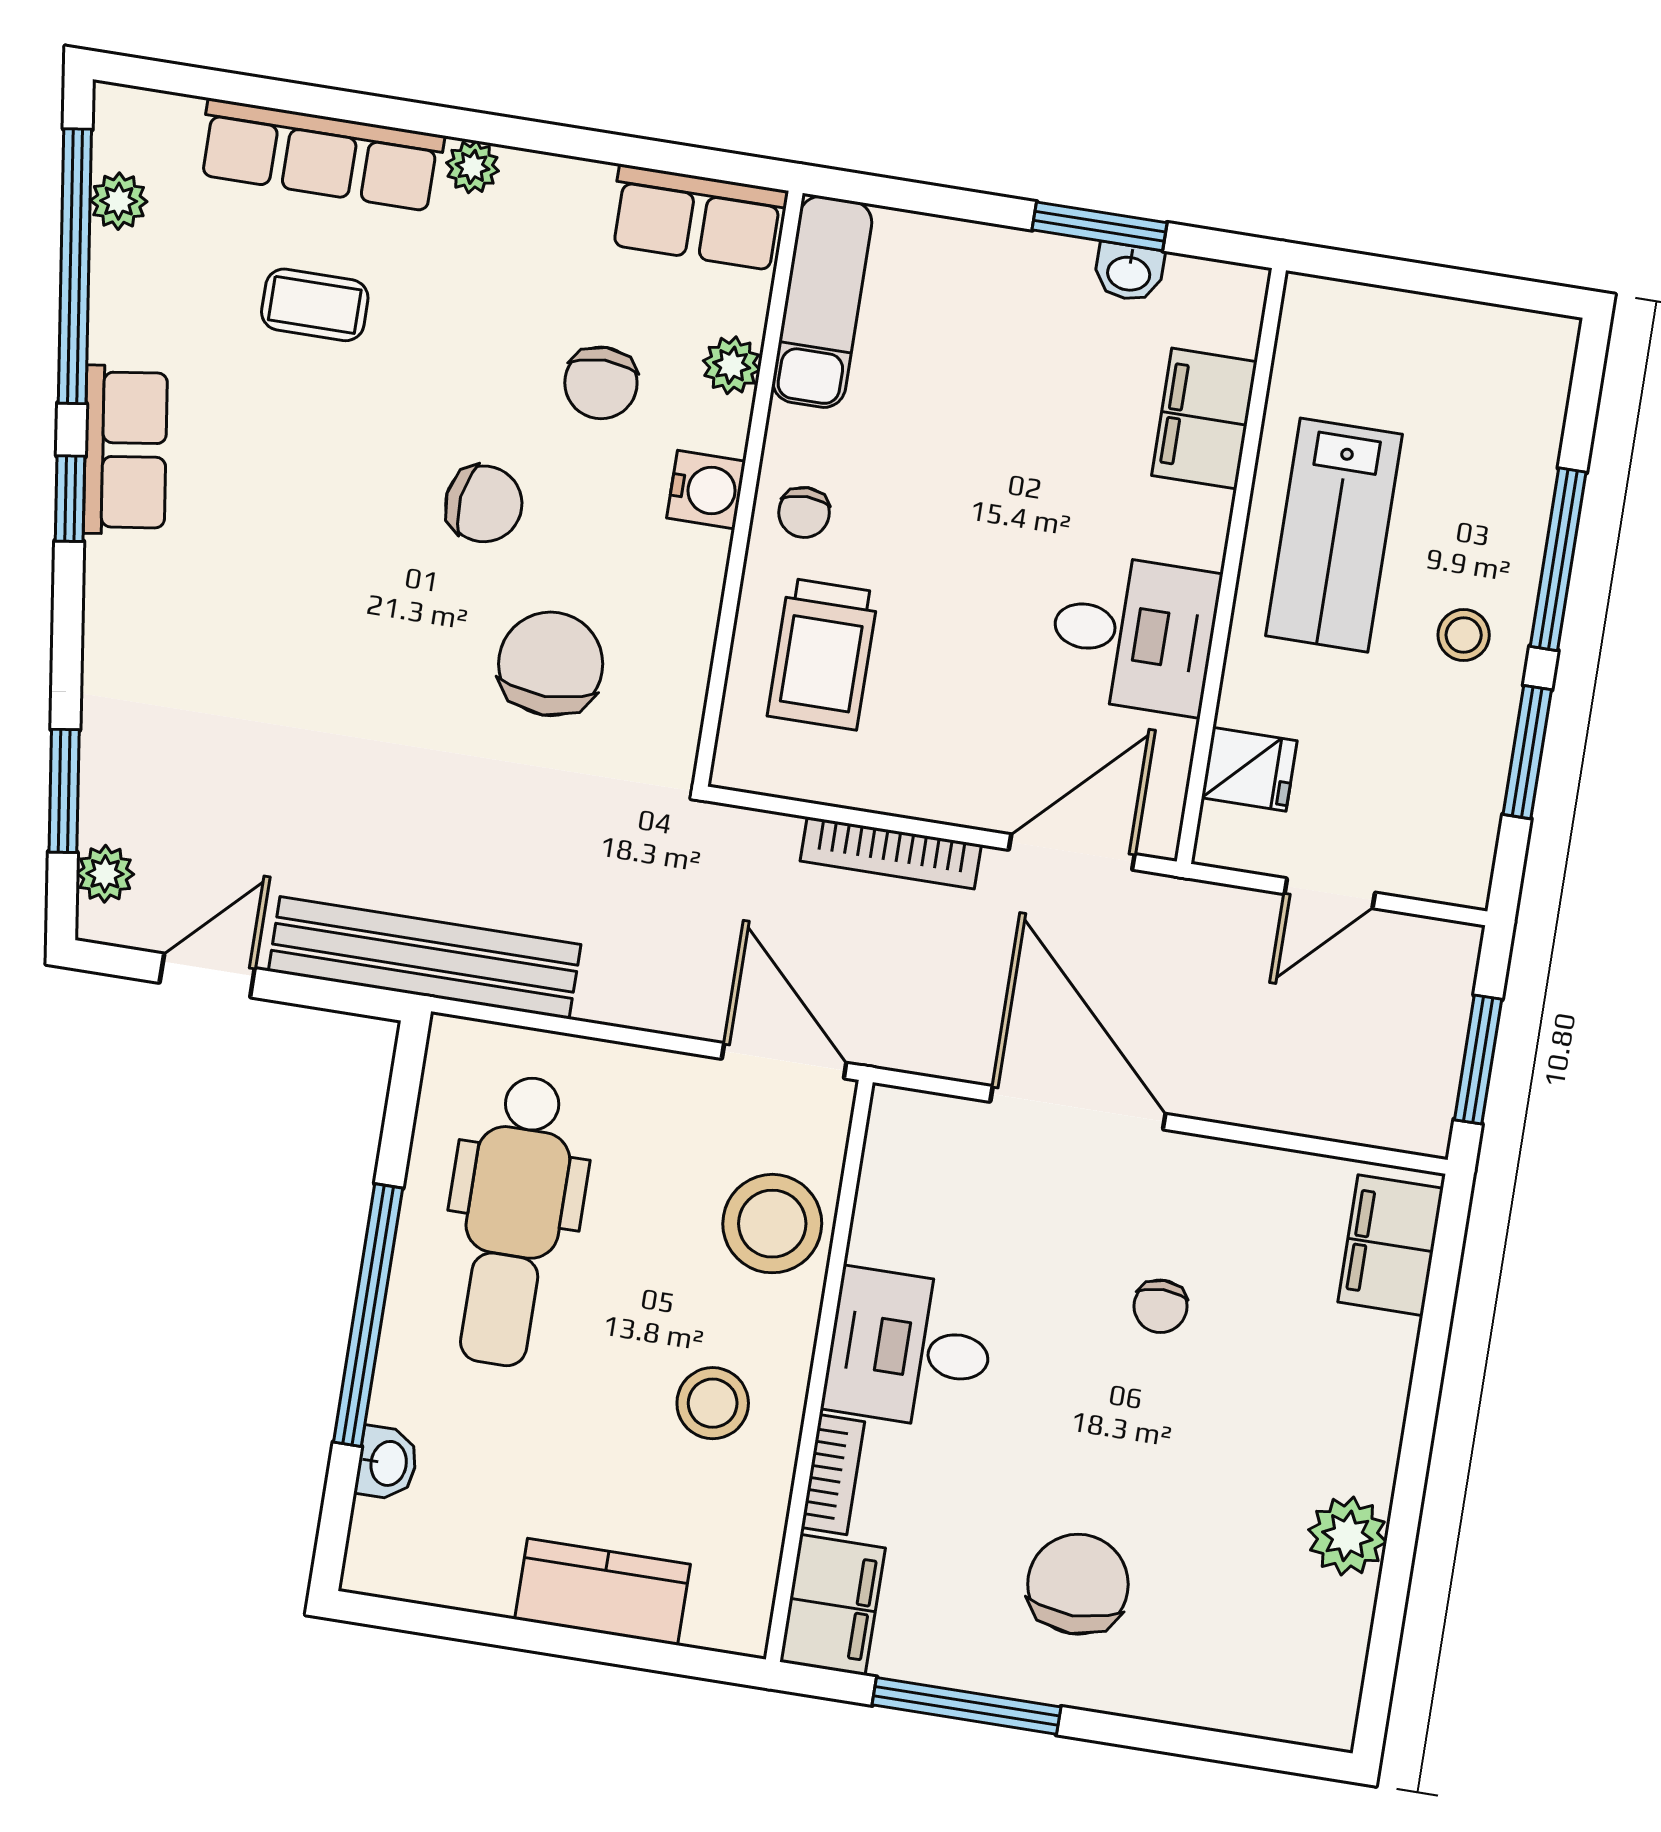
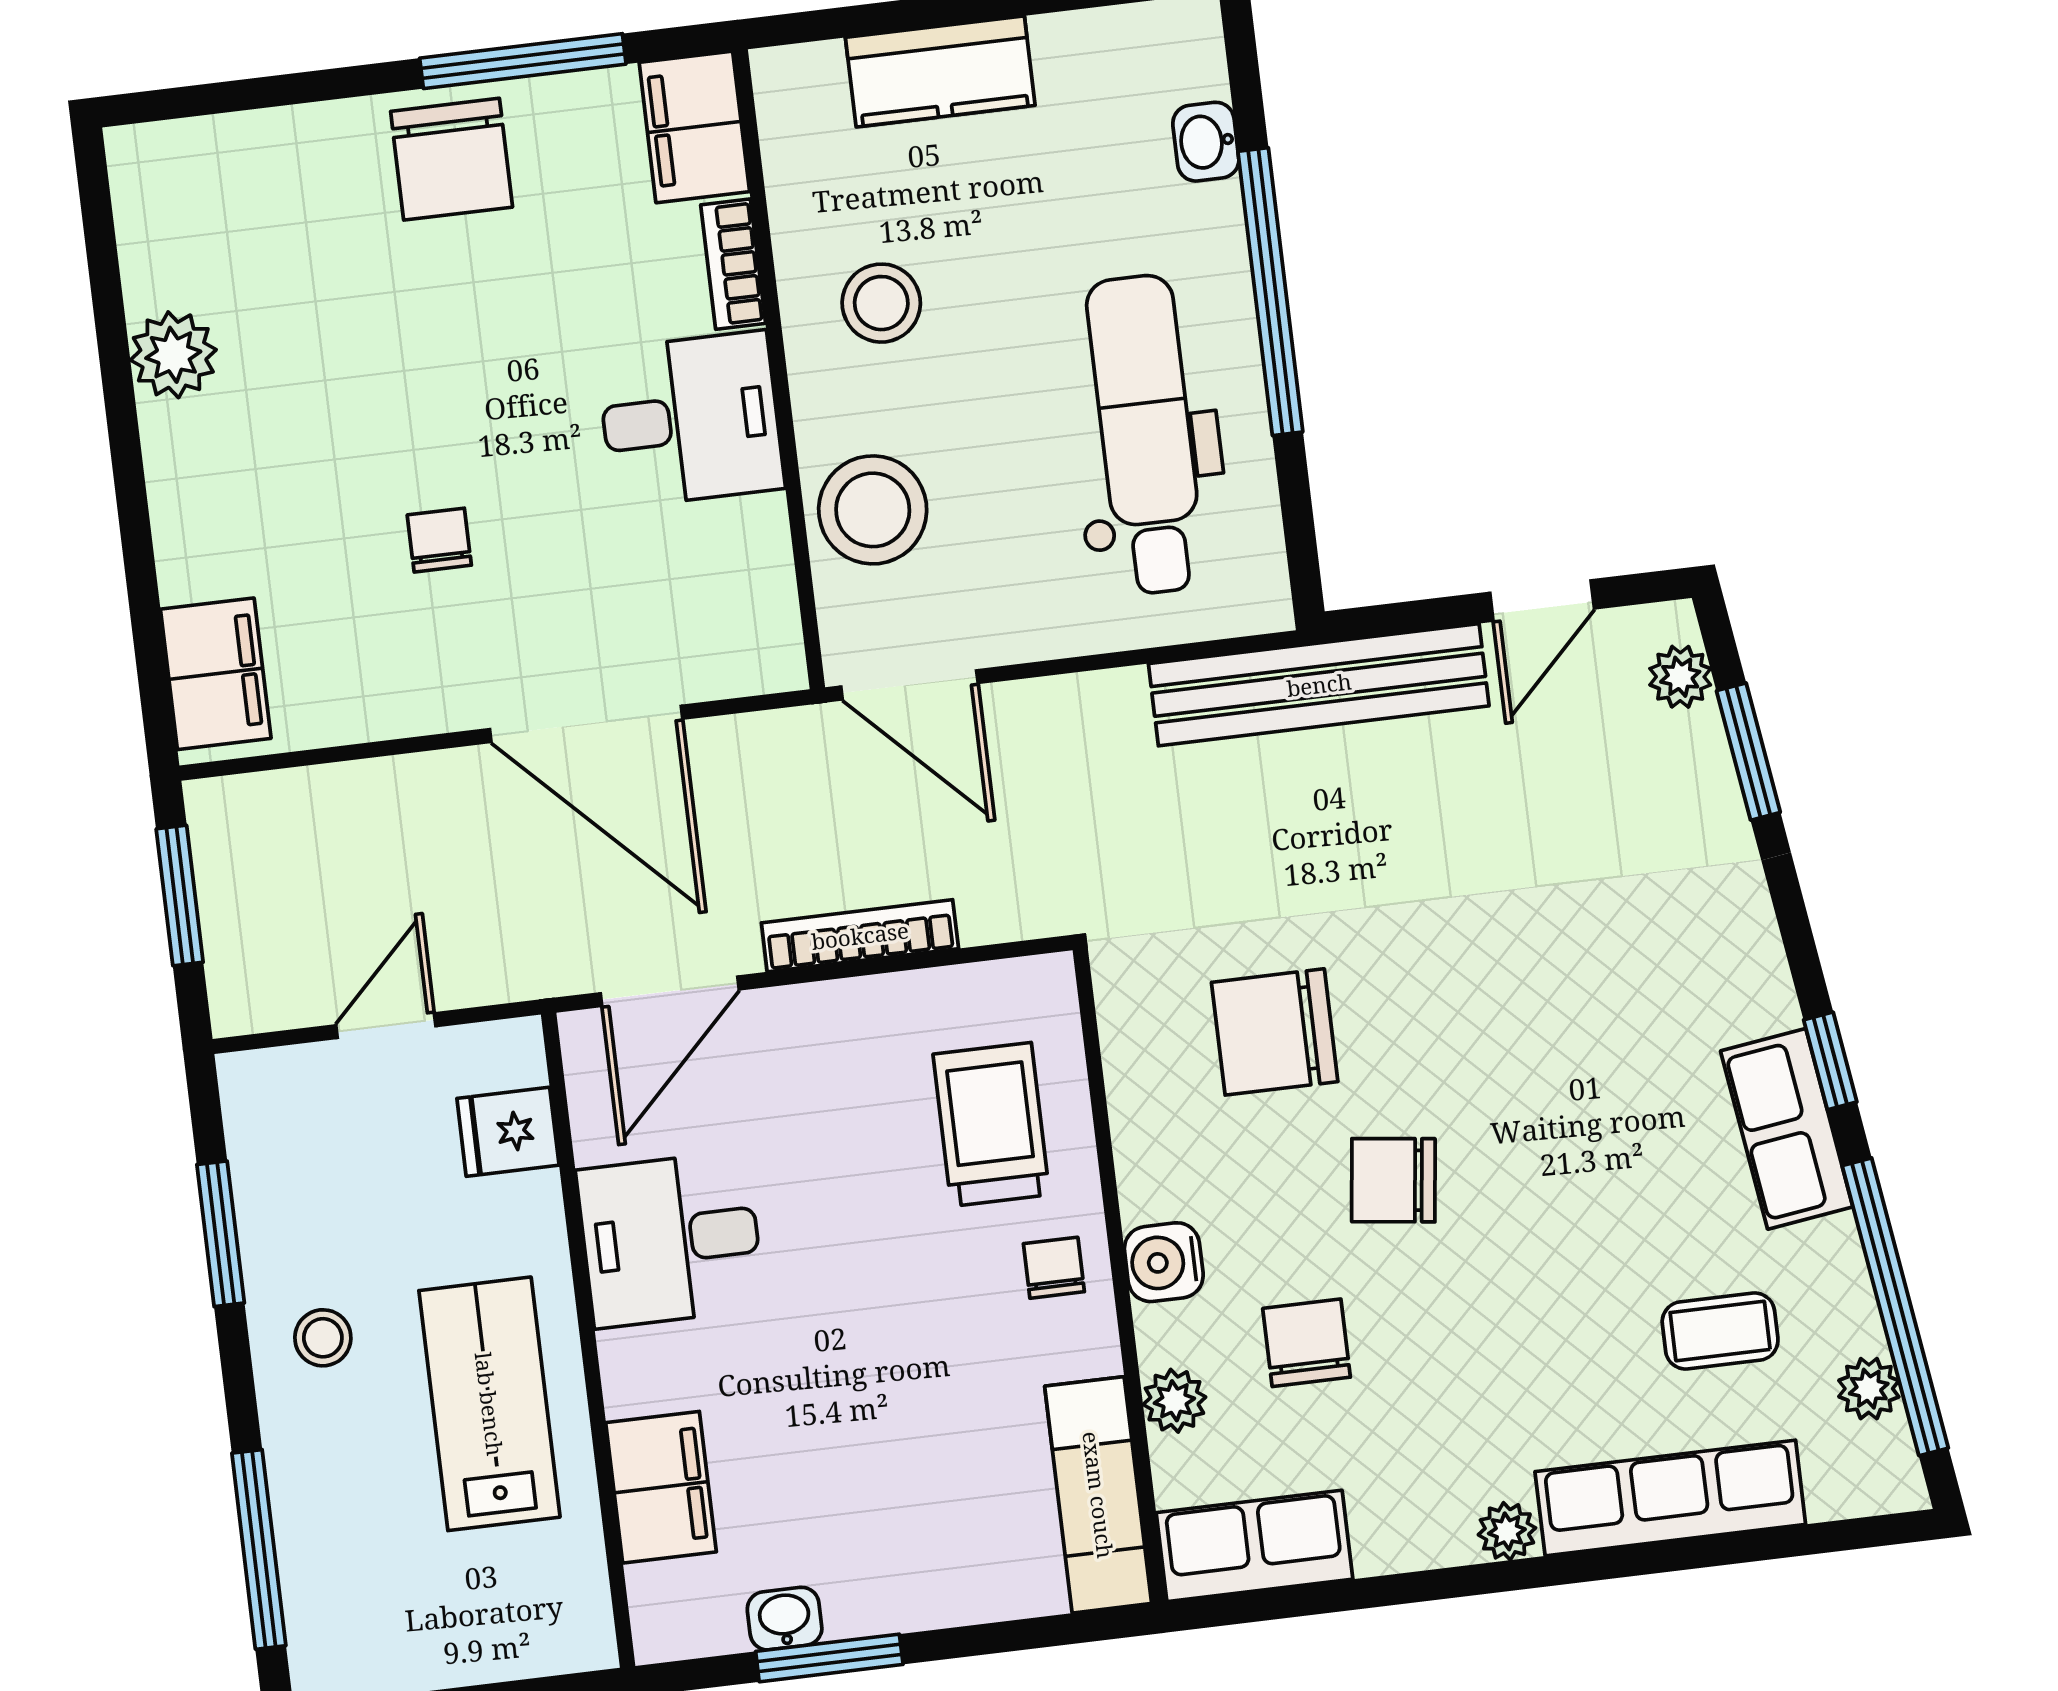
coffee table: (315, 305) -> (1720, 1331), moved
window: (1558, 559) -> (259, 1549), moved
chair: (551, 664) -> (1275, 1032), turned 90
chair: (1078, 1584) -> (452, 159), moved

